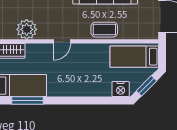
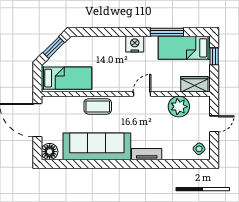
nightstand: (121, 89) -> (135, 44), moved
window: (28, 101) -> (167, 32), moved

